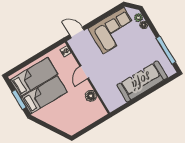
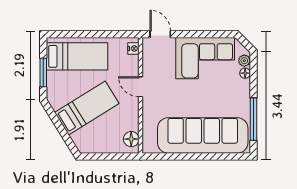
door: (84, 72) -> (140, 87), hinge flipped
sofa: (142, 81) -> (203, 135), width x1.36, depth x1.27
bed: (44, 95) -> (87, 108), moved, turned -32
floor lamp: (91, 96) -> (131, 139), moved

